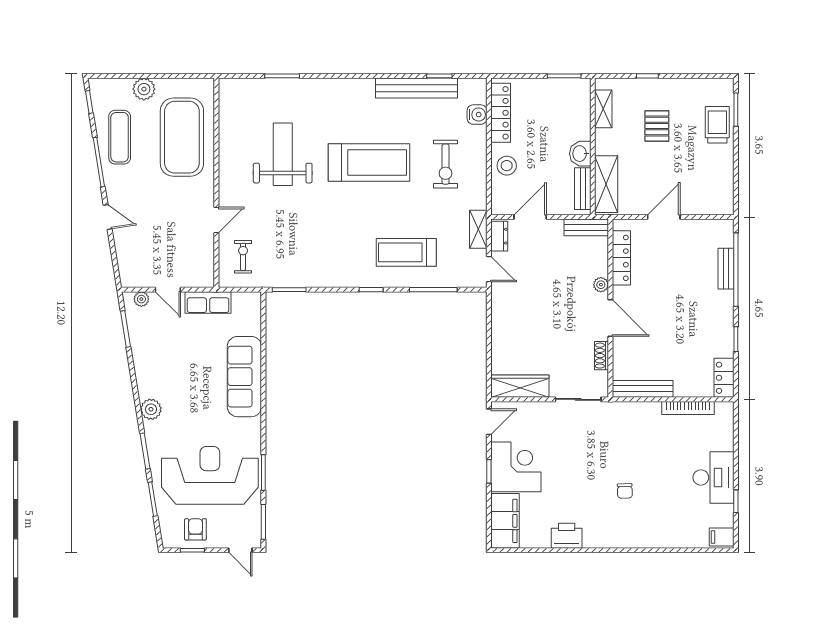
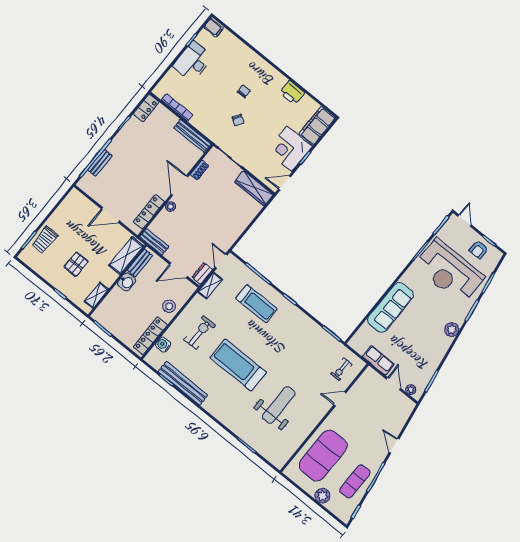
weight bench: (283, 154) -> (279, 405), turned 180
chair: (604, 451) -> (238, 120), added

